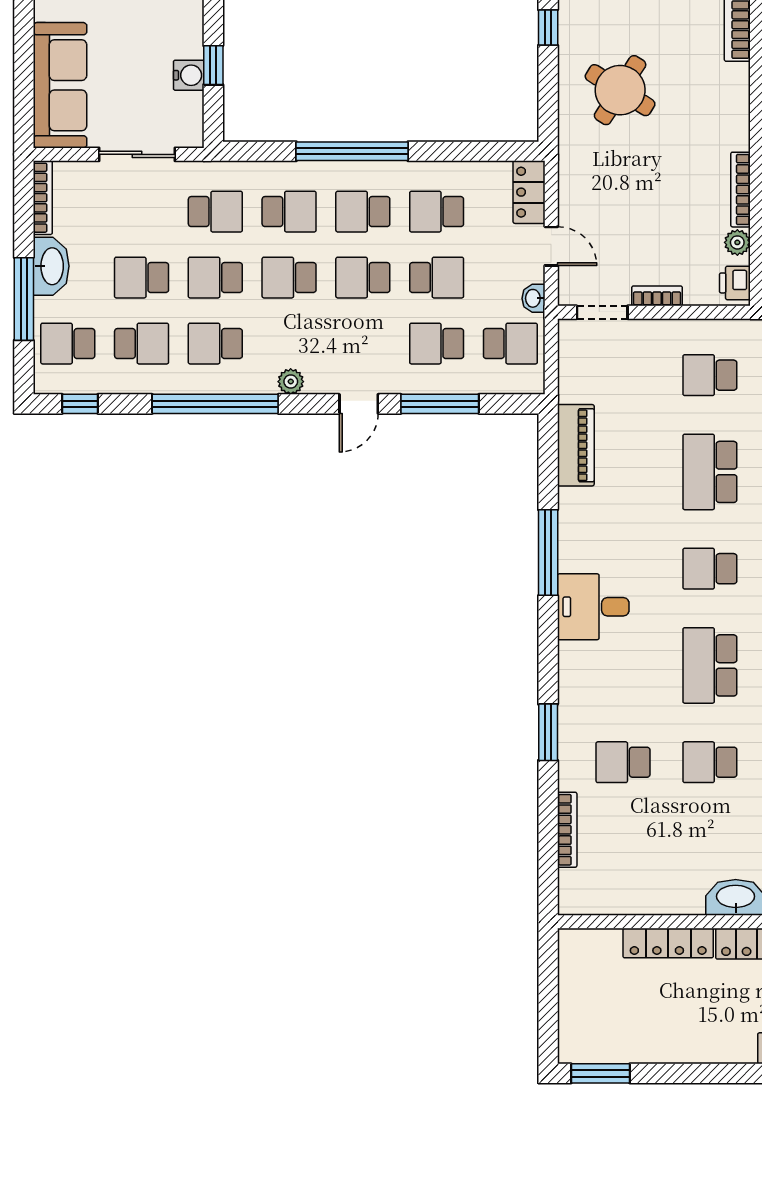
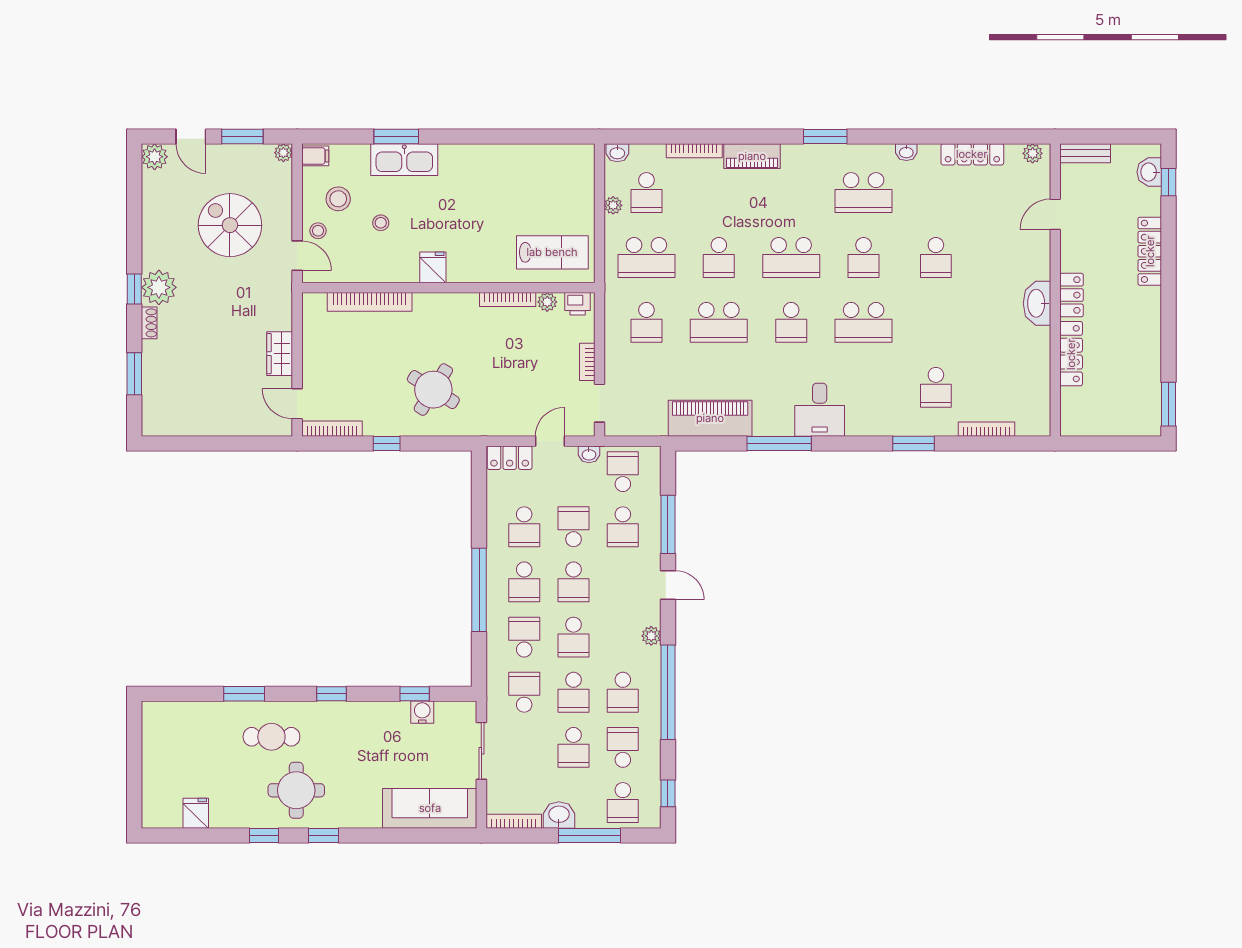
washbasin: (51, 266) -> (559, 815), width x0.72
piano: (576, 445) -> (710, 418), width x1.37, depth x1.33
school desk: (710, 762) -> (936, 322), removed

